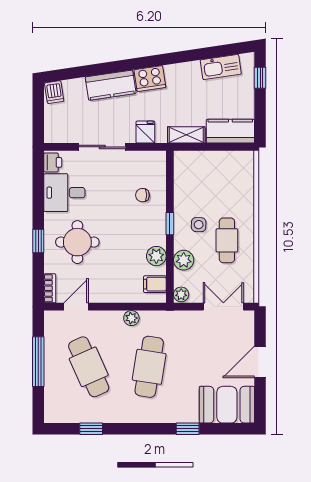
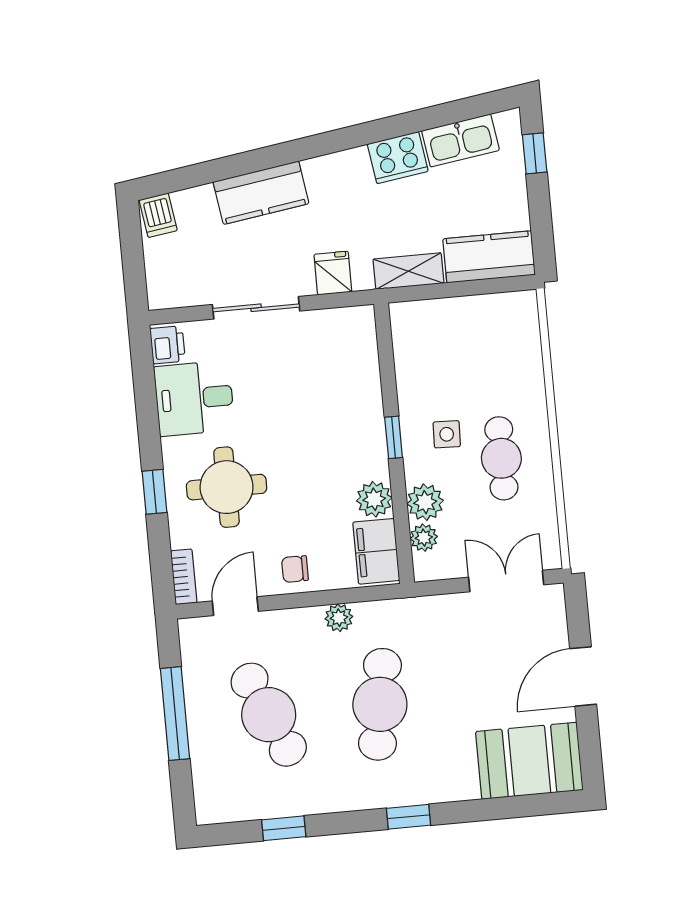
cooker: (150, 79) -> (398, 158), moved
chair: (142, 195) -> (295, 569), moved
filing cabinet: (155, 284) -> (376, 551), width x2.00
plant: (181, 294) -> (424, 538), moved
window: (188, 429) -> (409, 817), moved

